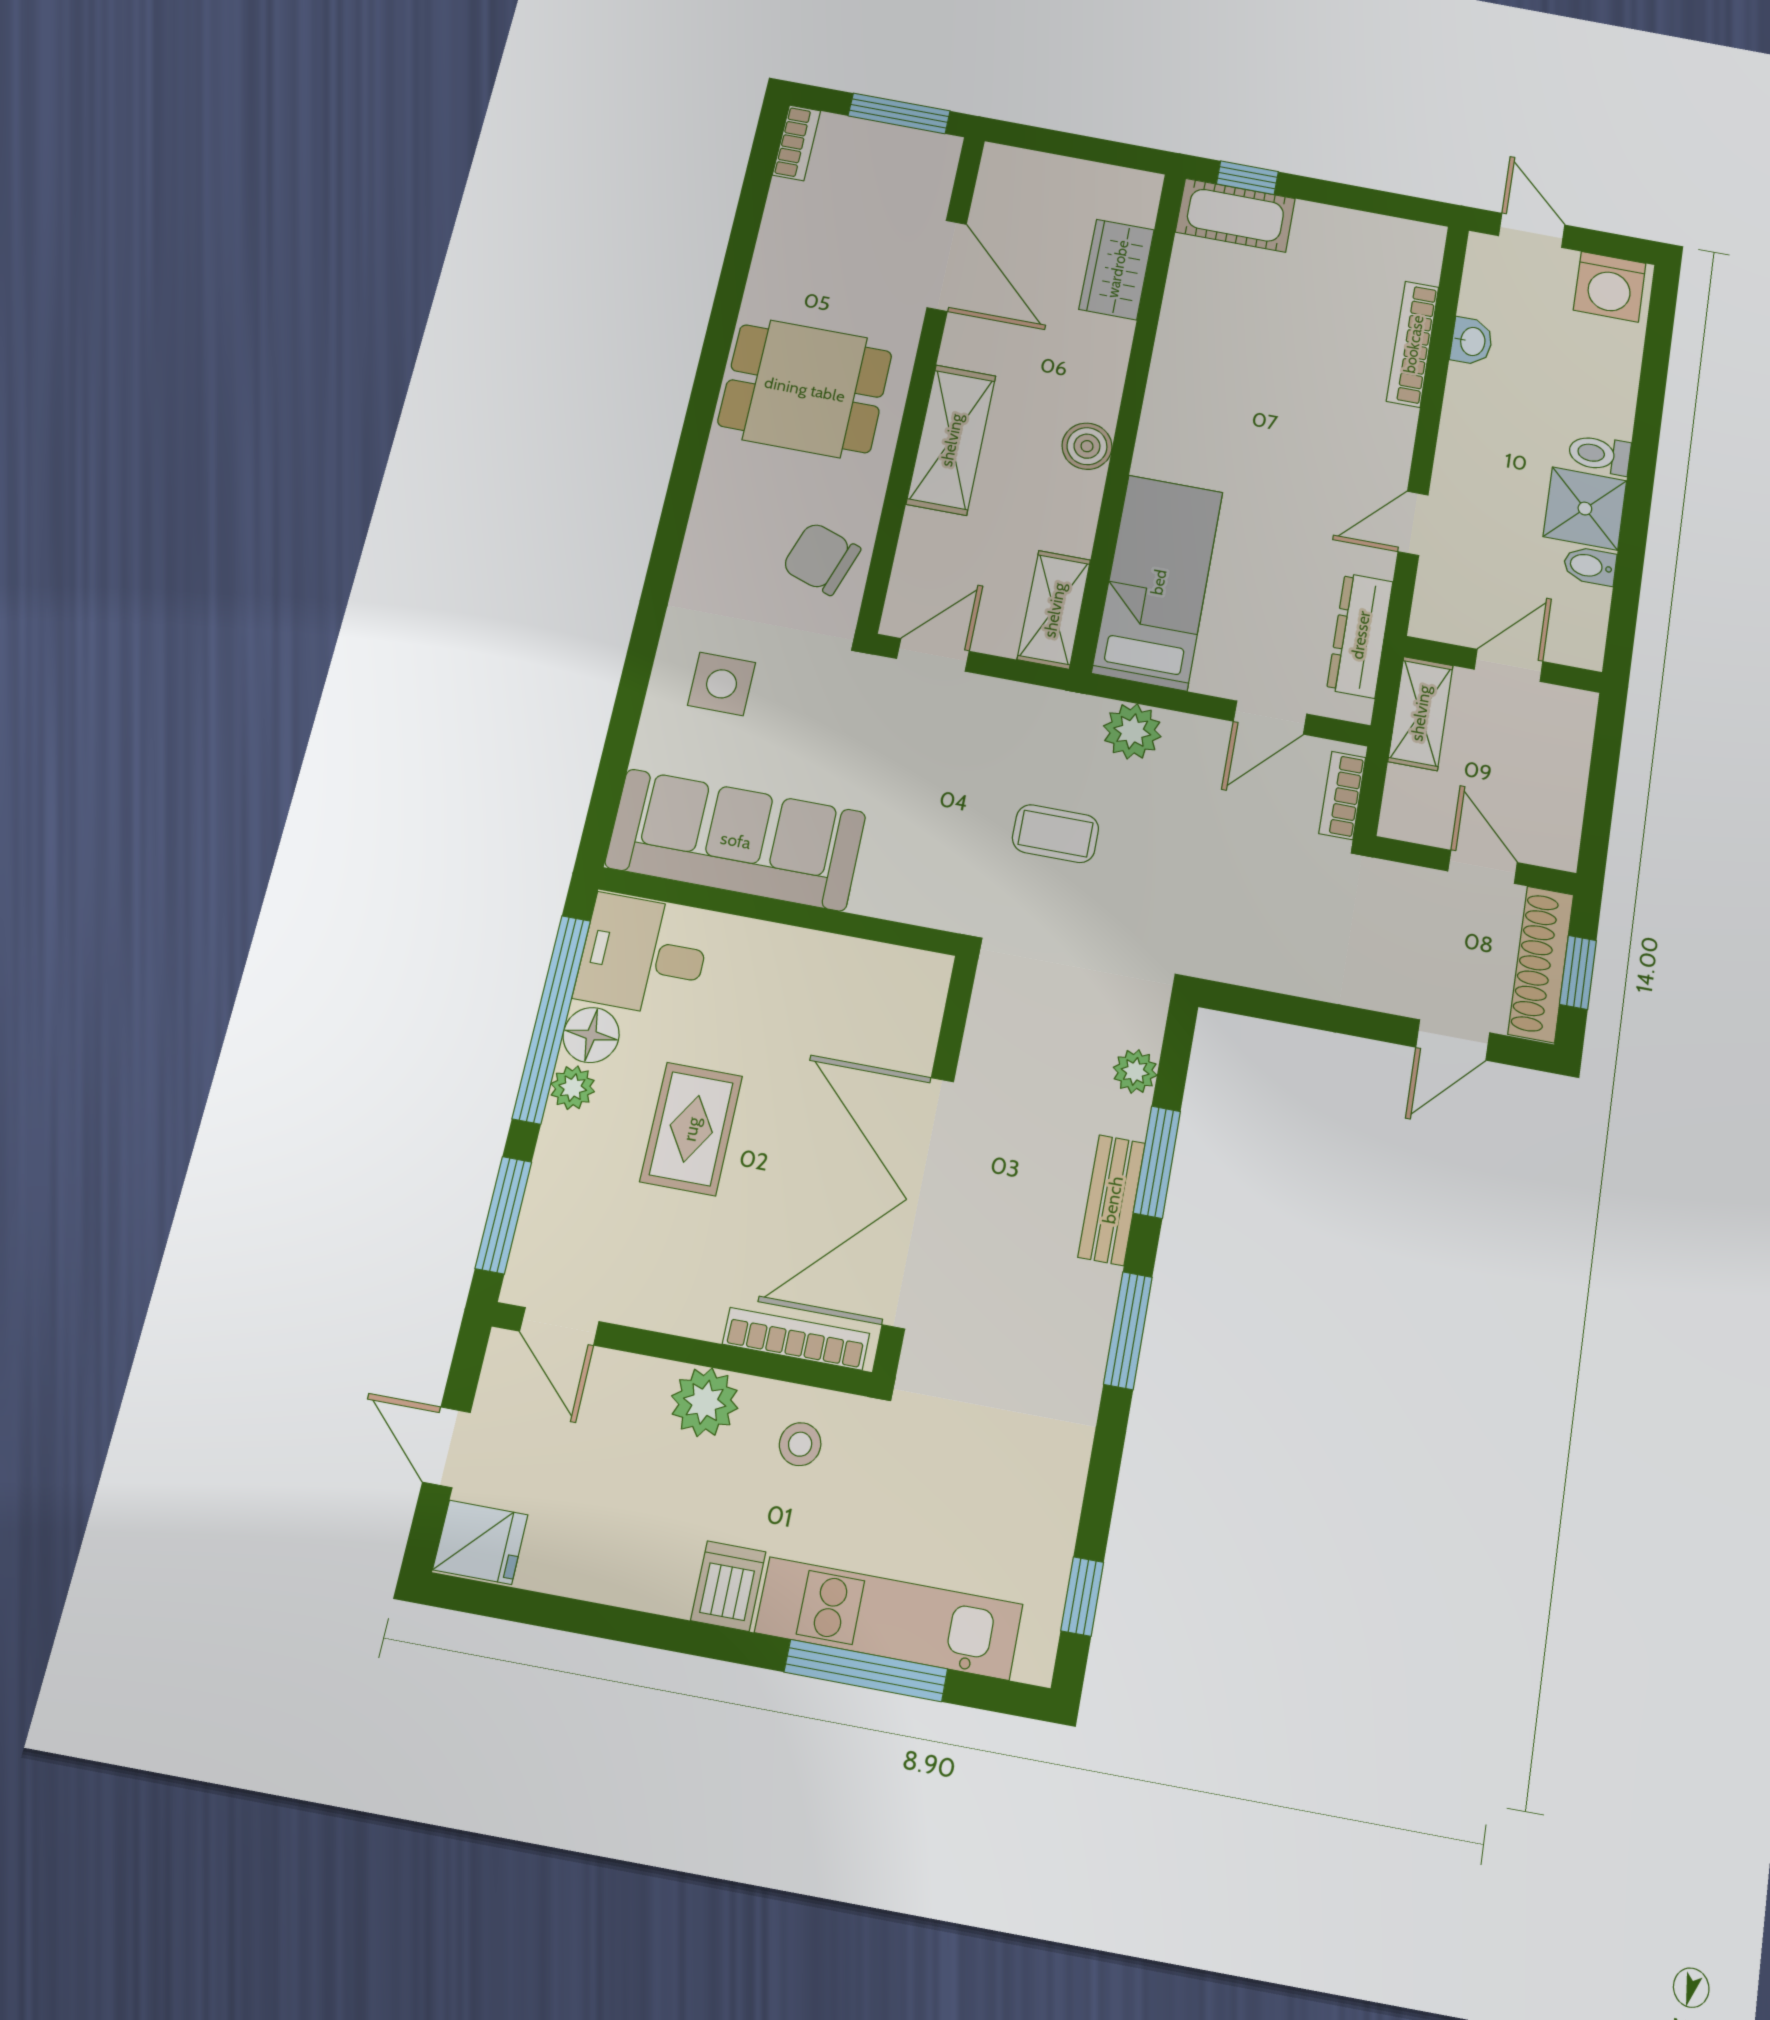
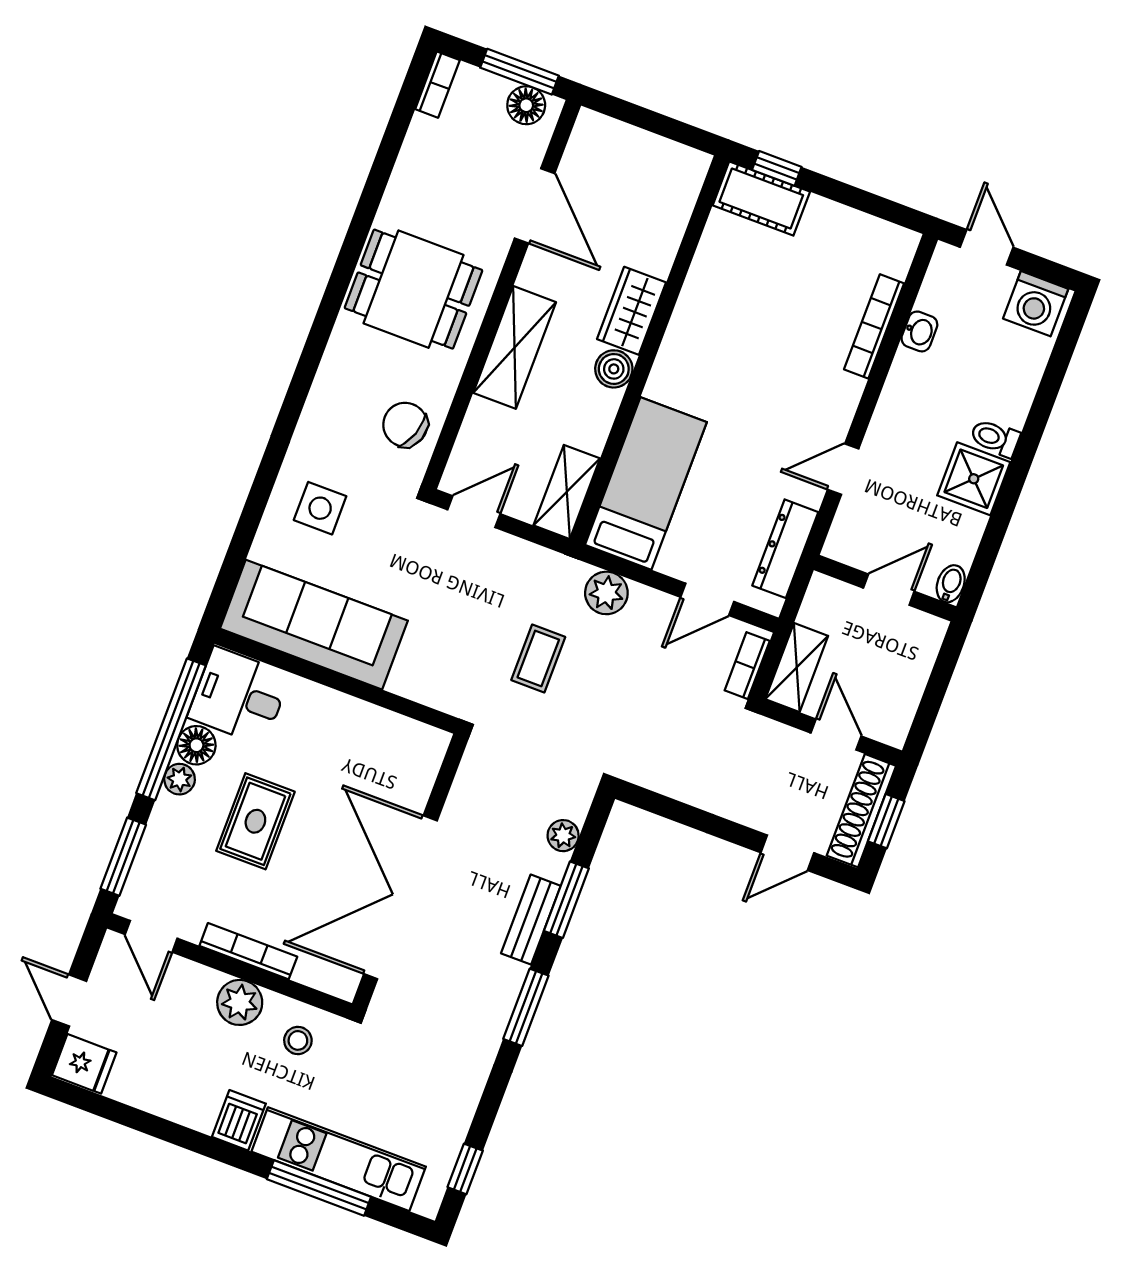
floor lamp: (915, 151) -> (526, 105), added
wardrobe: (1117, 269) -> (632, 311), moved
bidet: (1590, 566) -> (951, 584), moved, turned 90
shelving: (1420, 713) -> (797, 668), moved
coffee table: (1055, 834) -> (538, 658), turned 90
bookcase: (796, 1339) -> (248, 951), moved

